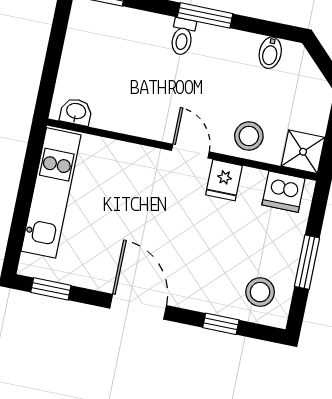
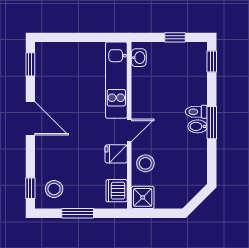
window: (55, 47) -> (175, 37), added
bidet: (270, 53) -> (198, 126), moved
kitchen unit: (51, 193) -> (116, 80), moved, turned 90
door: (138, 307) -> (30, 118), hinge flipped
window: (221, 324) -> (30, 188), moved

